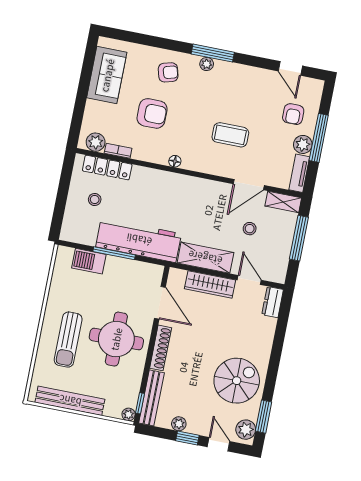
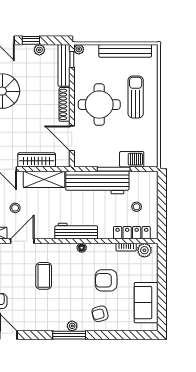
coffee table: (230, 135) -> (44, 276), turned 90
workbench: (178, 184) -> (76, 231), added

